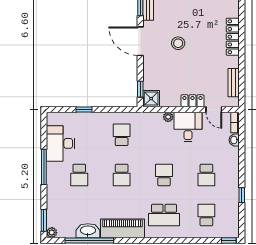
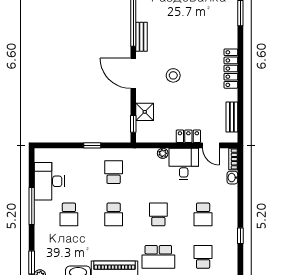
shower: (151, 99) -> (145, 112), moved
window: (84, 109) -> (92, 145), moved

